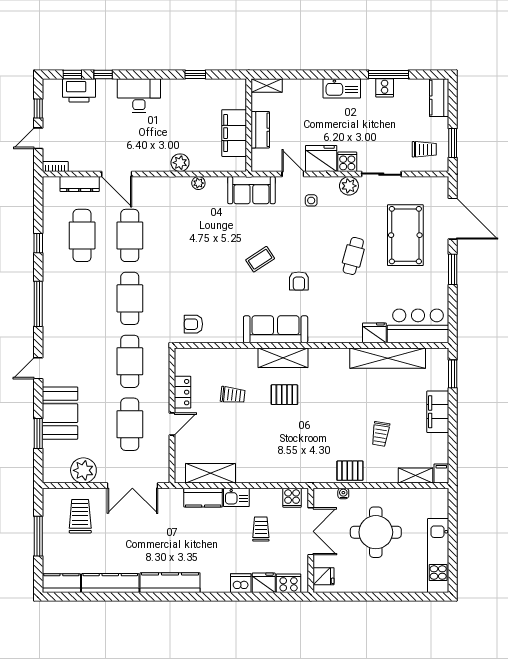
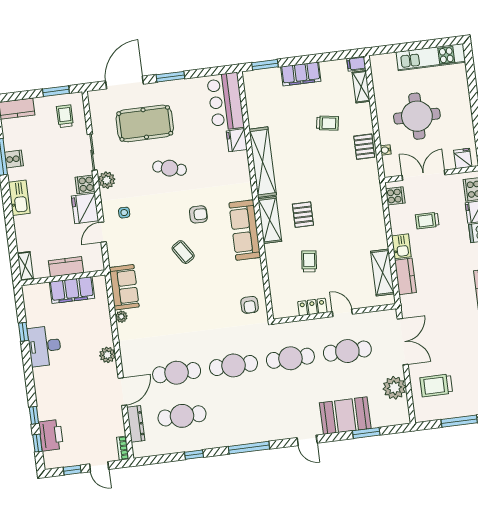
desk: (139, 95) -> (45, 346), moved
plant: (180, 163) -> (107, 355), moved
sofa: (251, 190) -> (124, 287), moved
shelving: (388, 358) -> (263, 162), moved

